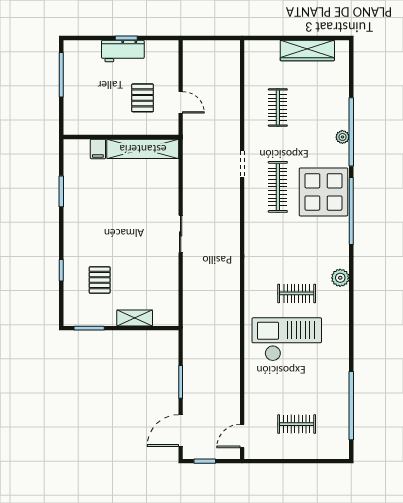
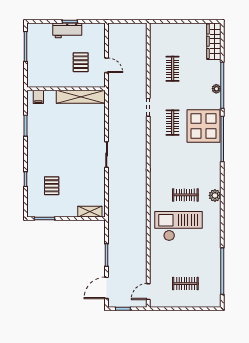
wardrobe: (307, 50) -> (214, 41), moved, turned 90
filing cabinet: (98, 149) -> (38, 97), moved
clothes rail: (278, 187) -> (173, 123), width x0.73
plant: (340, 278) -> (215, 195), moved
shelving: (135, 318) -> (90, 212), moved

